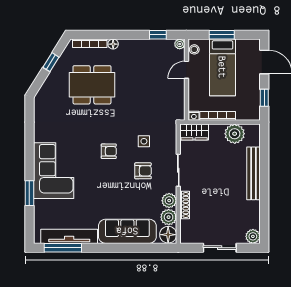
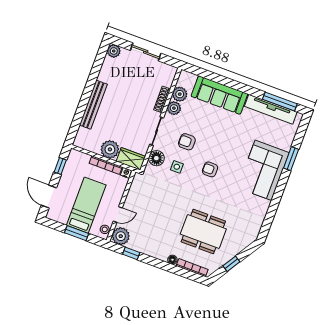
plant: (180, 44) -> (121, 236), width x1.88, depth x1.88
plant: (235, 134) -> (110, 149), moved
floor lamp: (168, 235) -> (156, 158), moved

